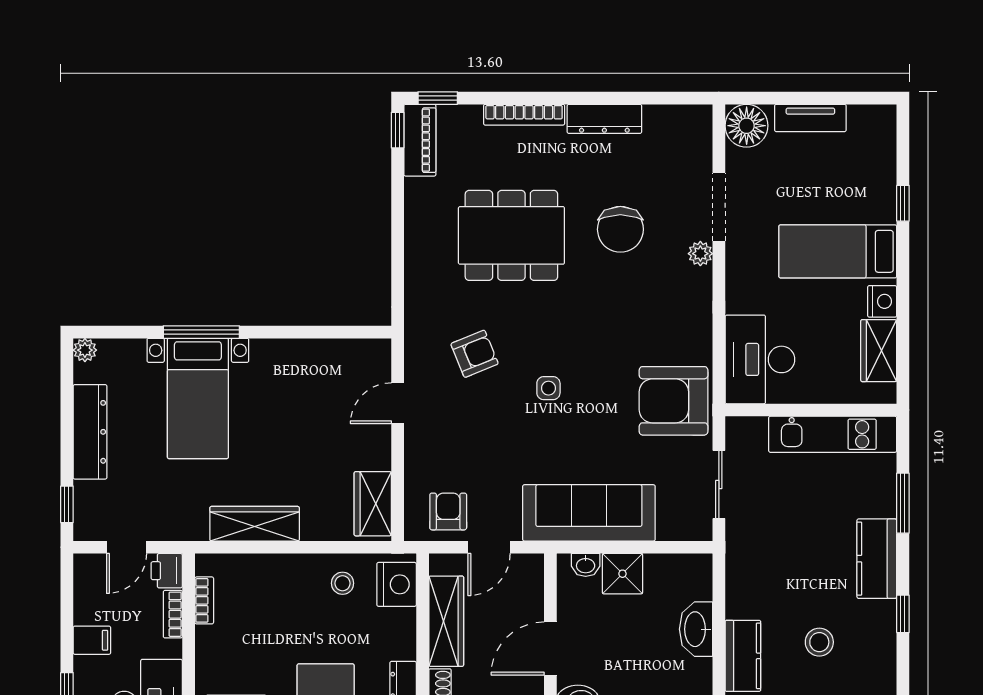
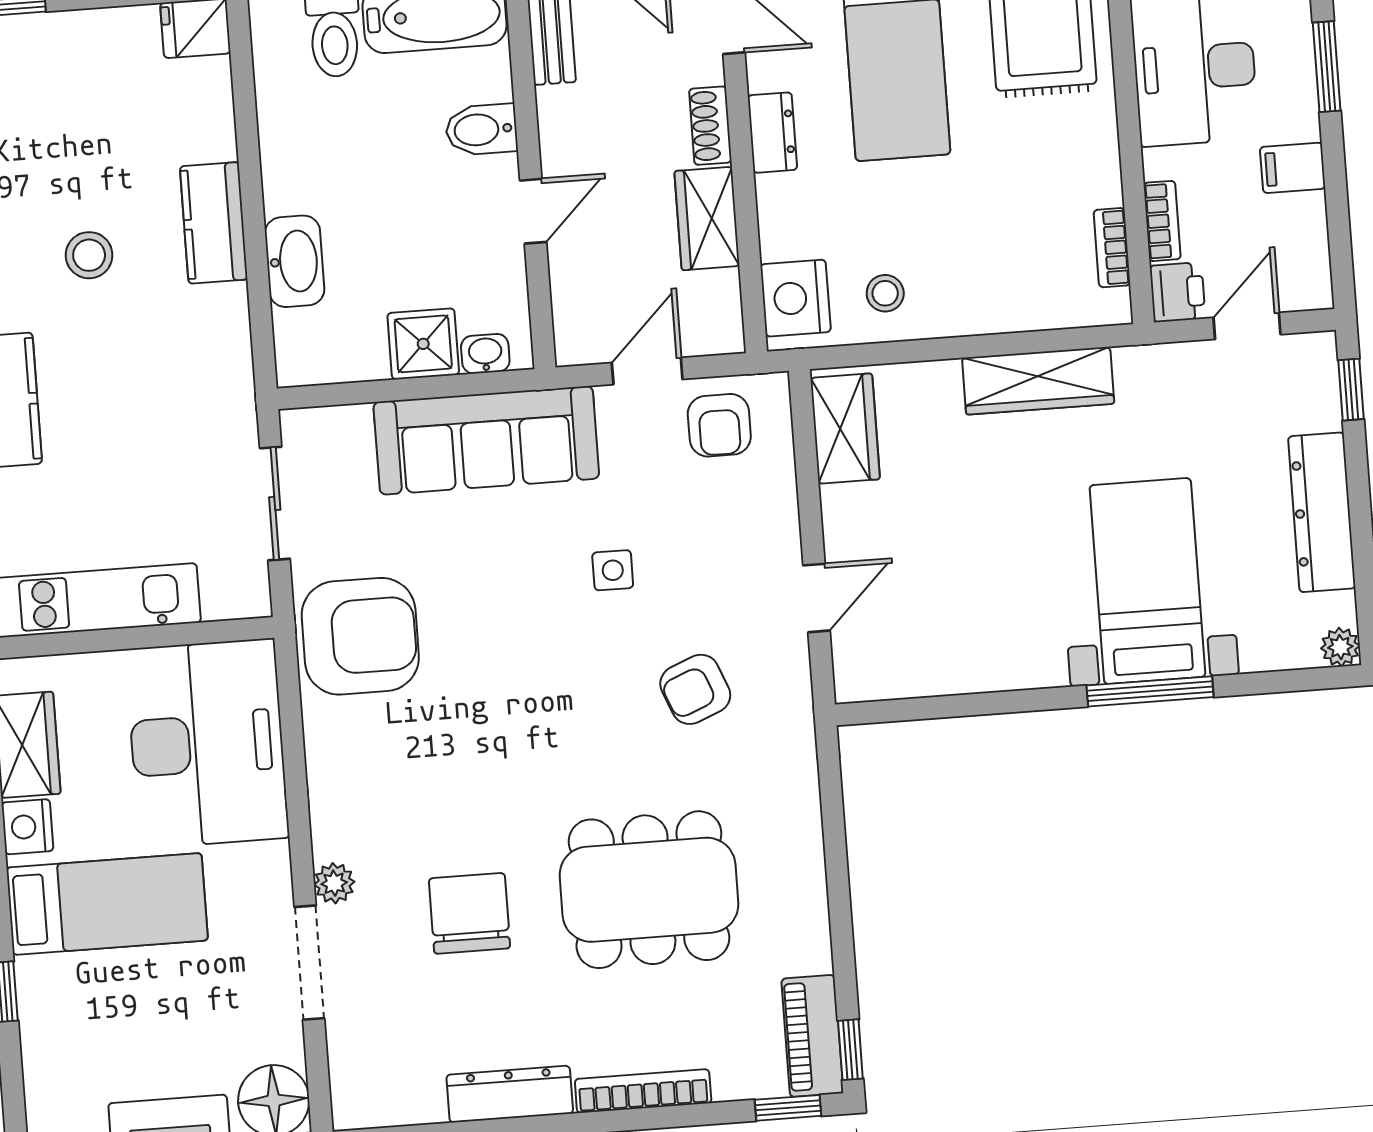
desk: (760, 359) -> (207, 743), width x1.36, depth x1.30
side table: (548, 388) -> (613, 570), moved
wardrobe: (446, 621) -> (707, 219), width x0.67
door: (550, 648) -> (533, 211), width x0.73

